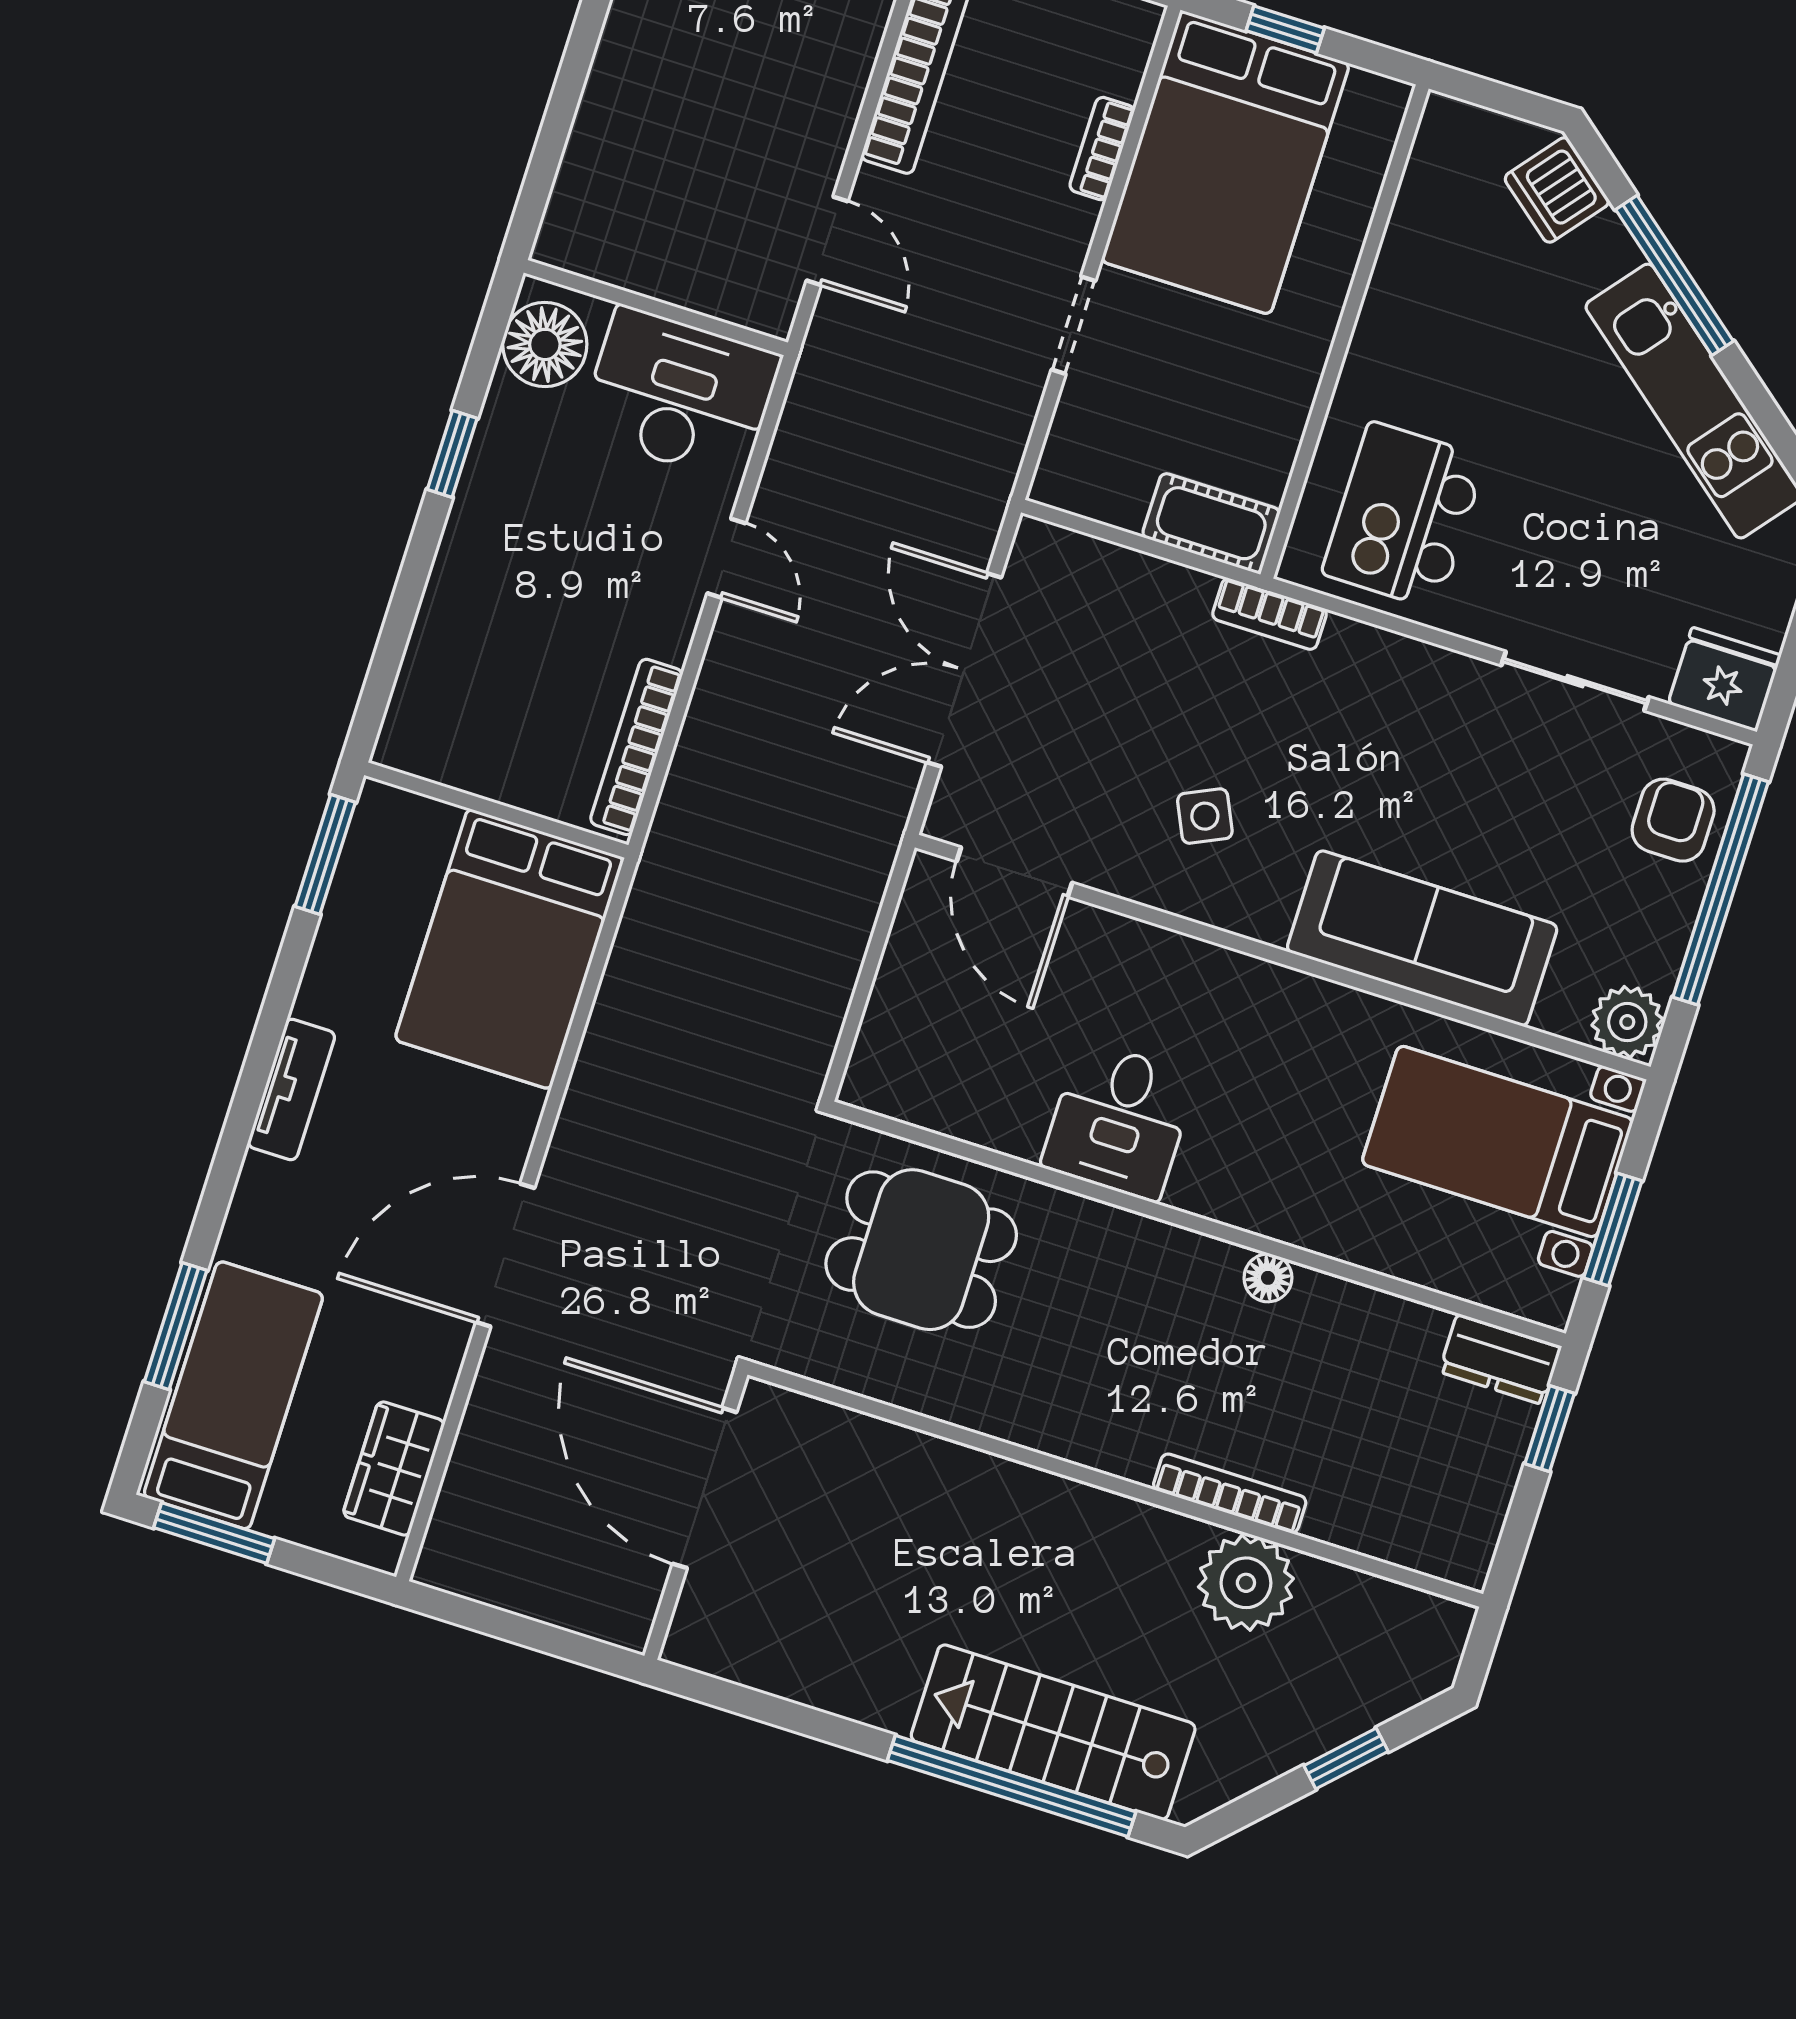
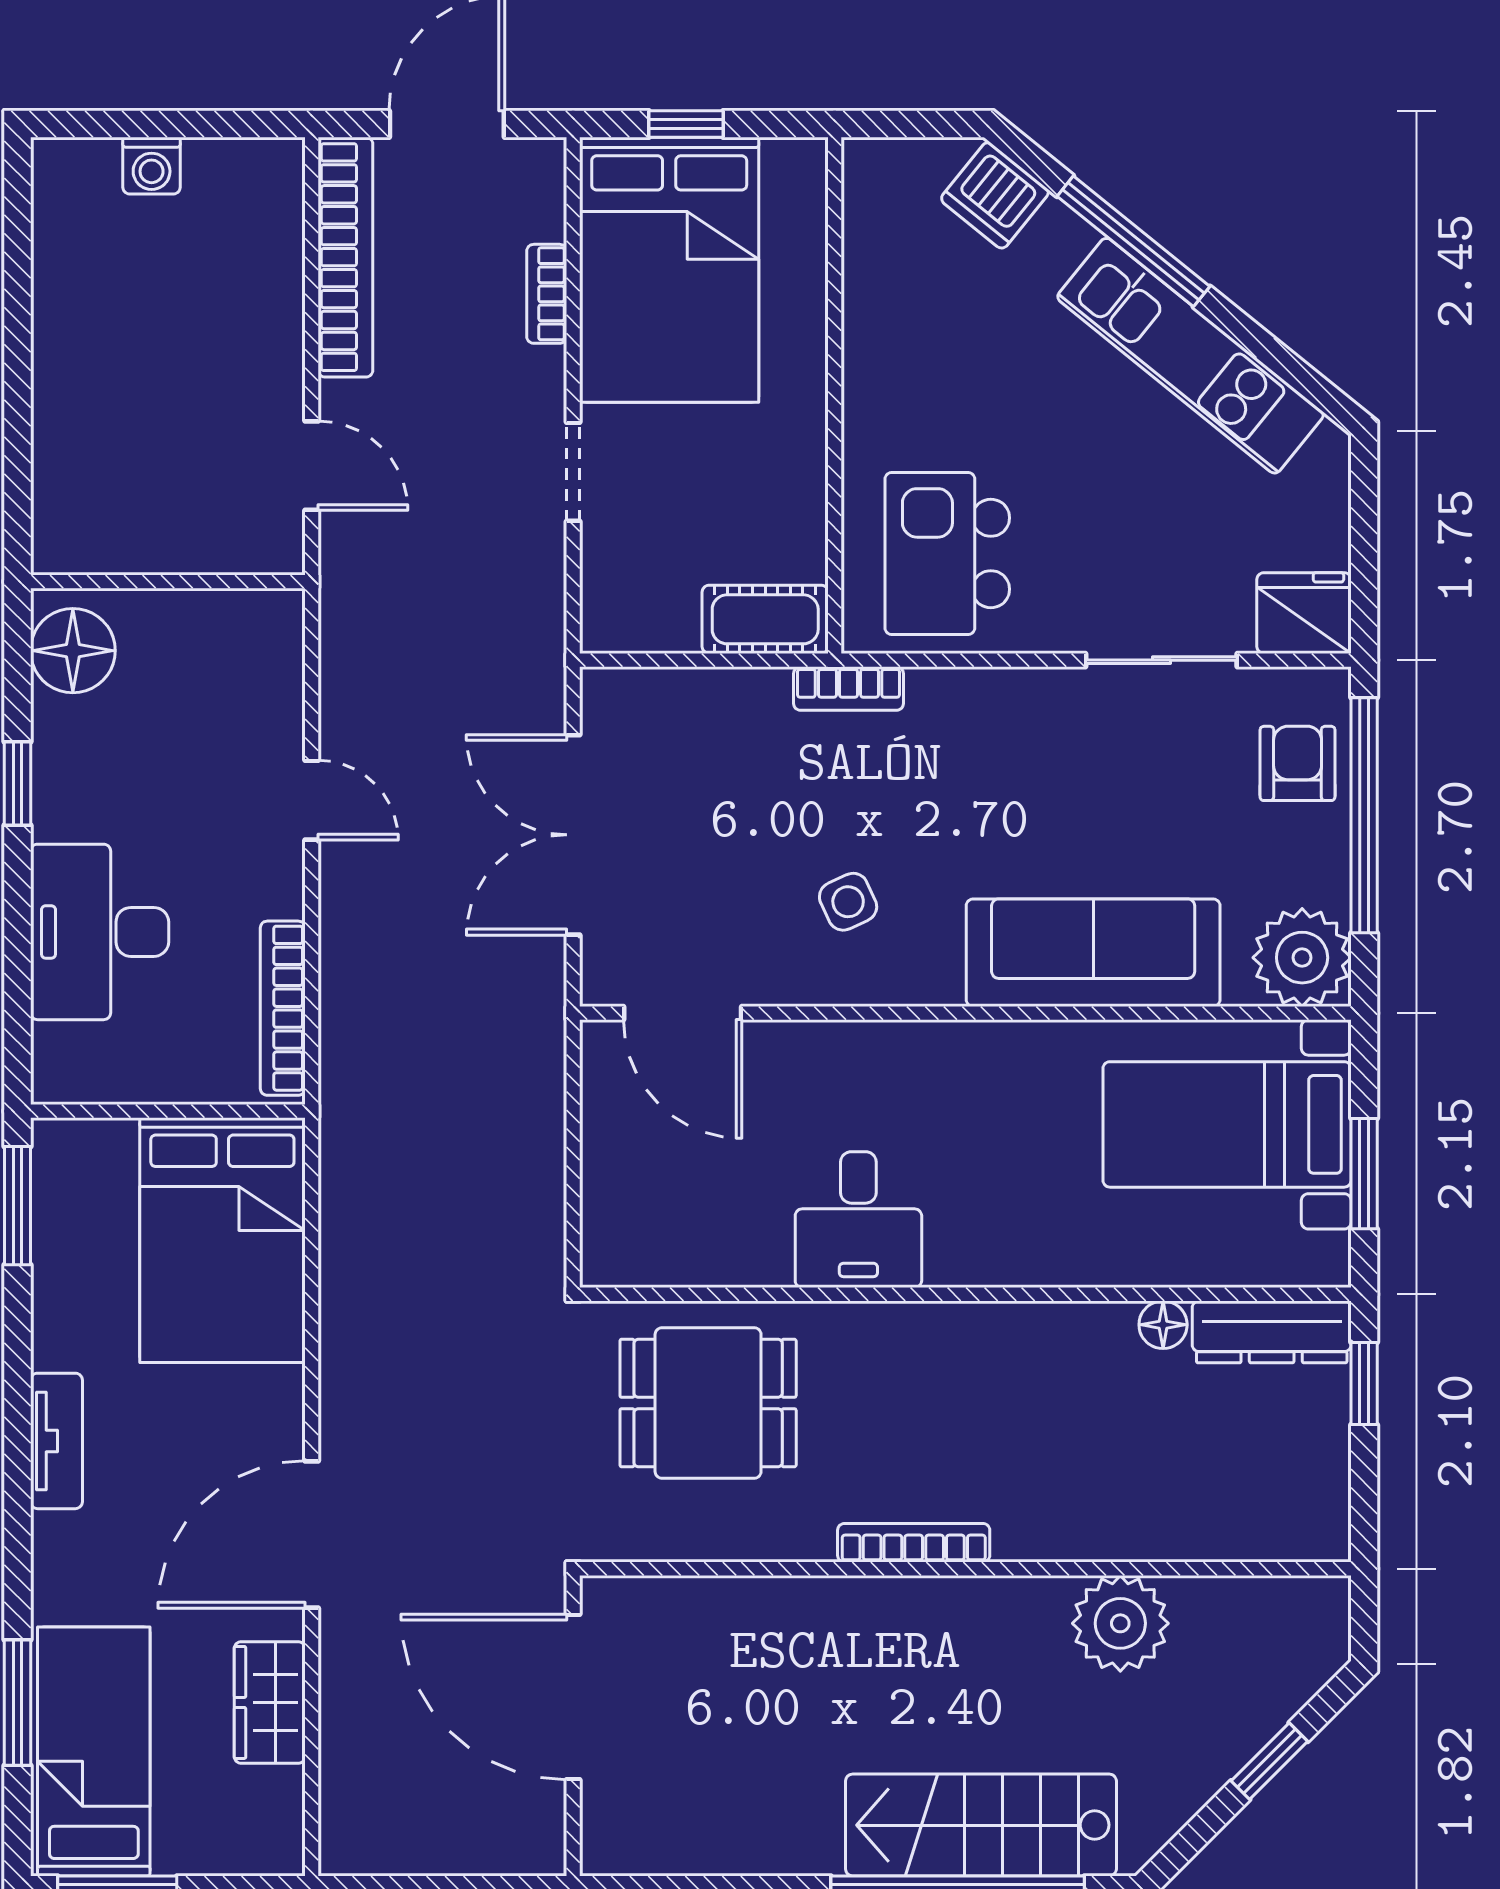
desk: (680, 394) -> (100, 932), moved, turned -90
plant: (1627, 1022) -> (1302, 958), width x1.36, depth x1.36
floor lamp: (1268, 1278) -> (1163, 1325), moved
dresser: (1500, 1359) -> (1272, 1332), width x1.44
wardrobe: (394, 1468) -> (270, 1702), moved
bookcase: (1230, 1493) -> (914, 1543), moved

